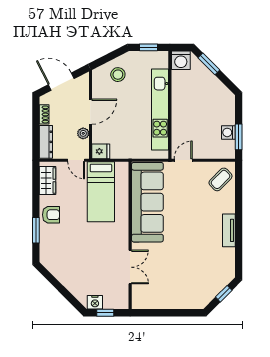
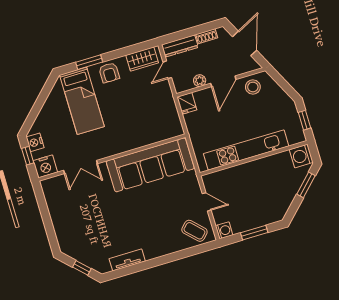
stool: (118, 75) -> (253, 87), moved
door: (90, 112) -> (223, 81), hinge flipped
washing machine: (228, 132) -> (224, 230), moved, turned 90
window: (239, 137) -> (254, 233), moved
door: (76, 160) -> (167, 70), moved
door: (183, 160) -> (207, 202), moved
bed: (101, 192) -> (82, 101), moved, turned -90
tv unit: (229, 230) -> (127, 260), moved
nightstand: (120, 299) -> (45, 166), added

